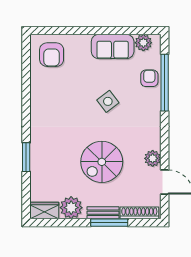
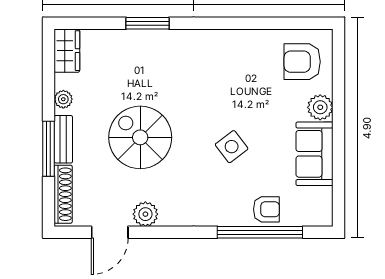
plant: (143, 43) -> (320, 107), moved
plant: (71, 208) -> (63, 99), width x0.53, depth x0.53

